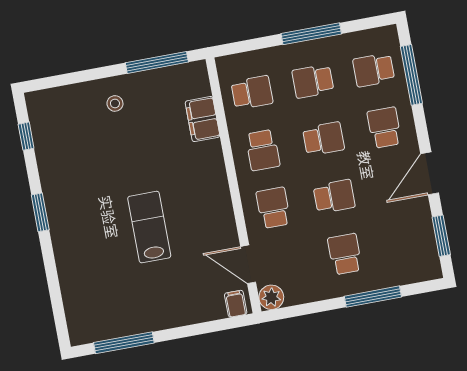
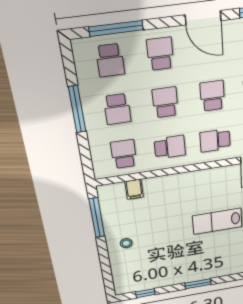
filing cabinet: (202, 119) -> (134, 189), width x0.50
school desk: (384, 128) -> (160, 54), turned 90

